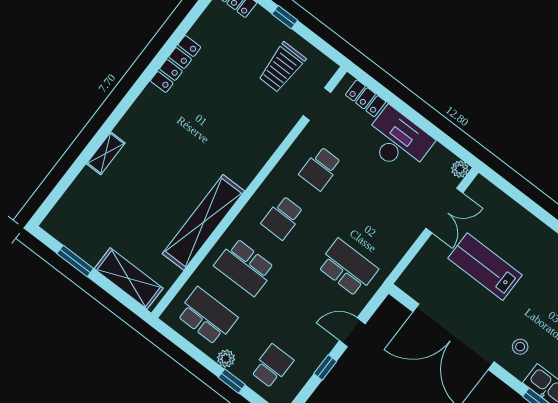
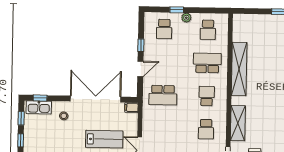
school desk: (320, 169) -> (206, 129), turned 180
shelving: (129, 278) -> (238, 123), moved, turned 90
filing cabinet: (409, 284) -> (131, 108), added
school desk: (207, 316) -> (208, 30), width x0.54

